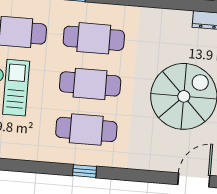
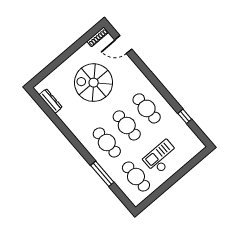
window: (85, 171) -> (185, 116), moved

